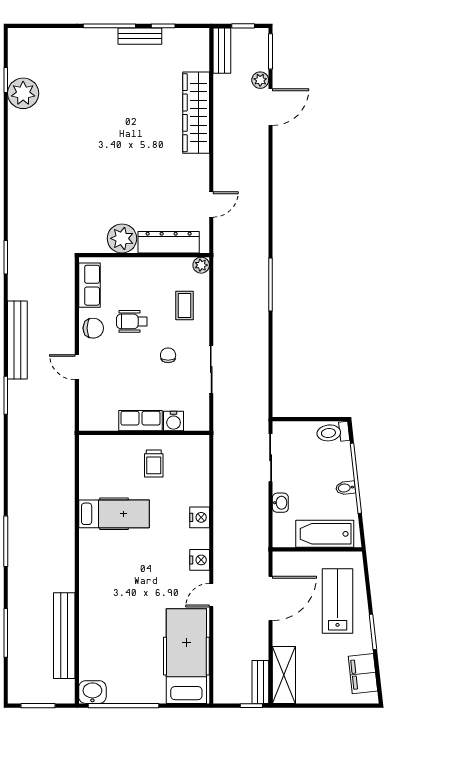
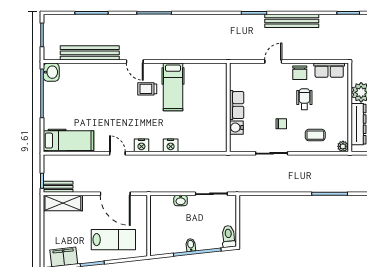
trolley: (154, 463) -> (147, 89), moved
bathtub: (325, 534) -> (159, 231), removed
door: (77, 570) -> (135, 61), added
hospital bed: (186, 656) -> (68, 141), width x0.73, depth x0.78

